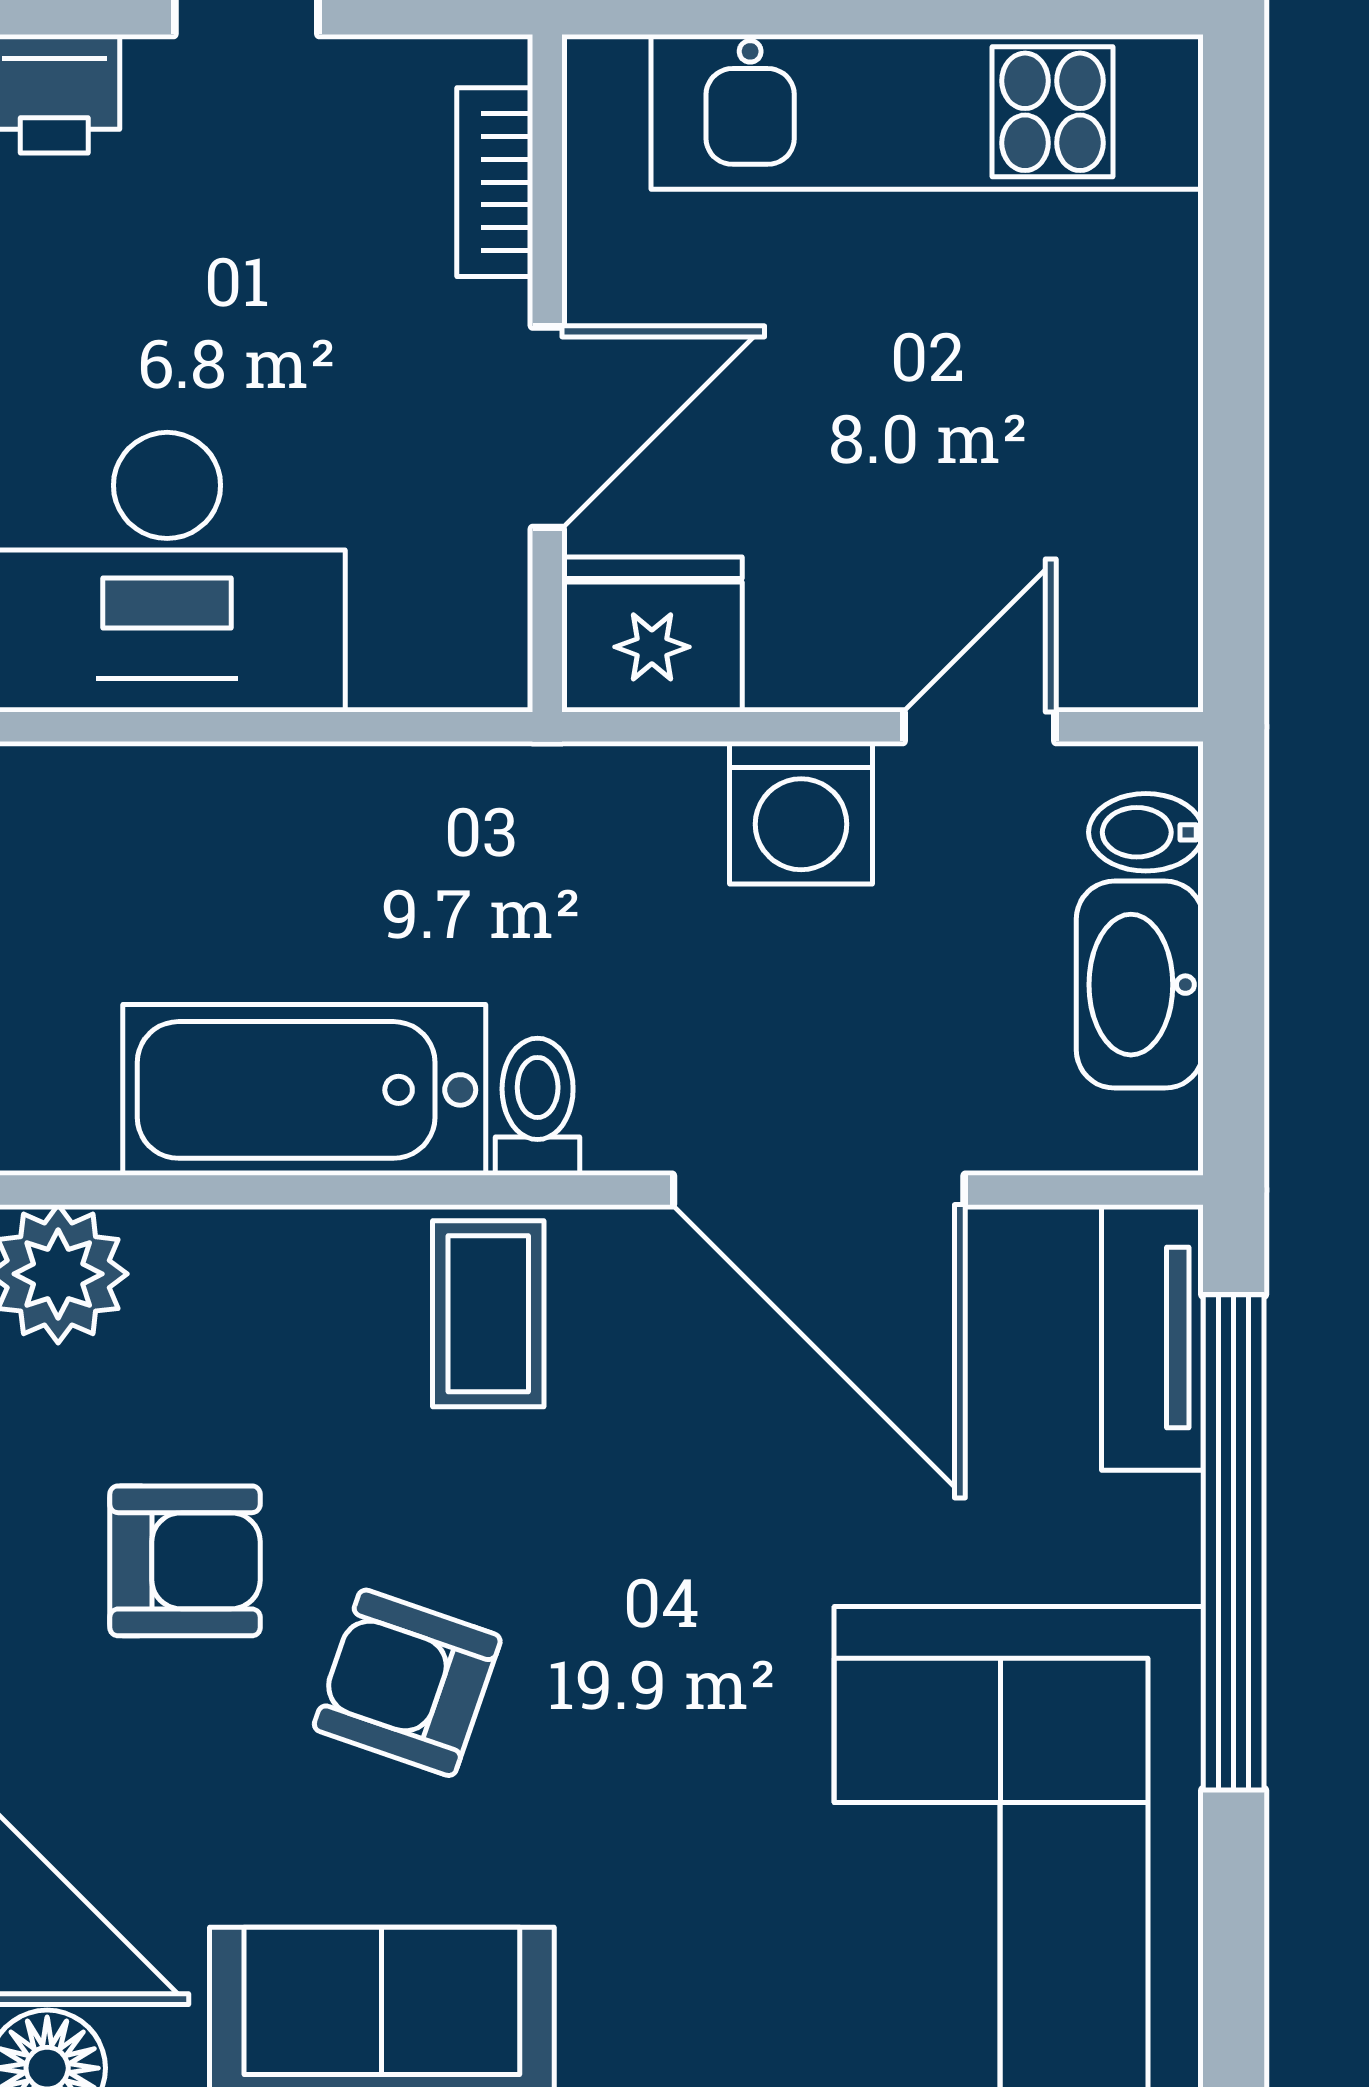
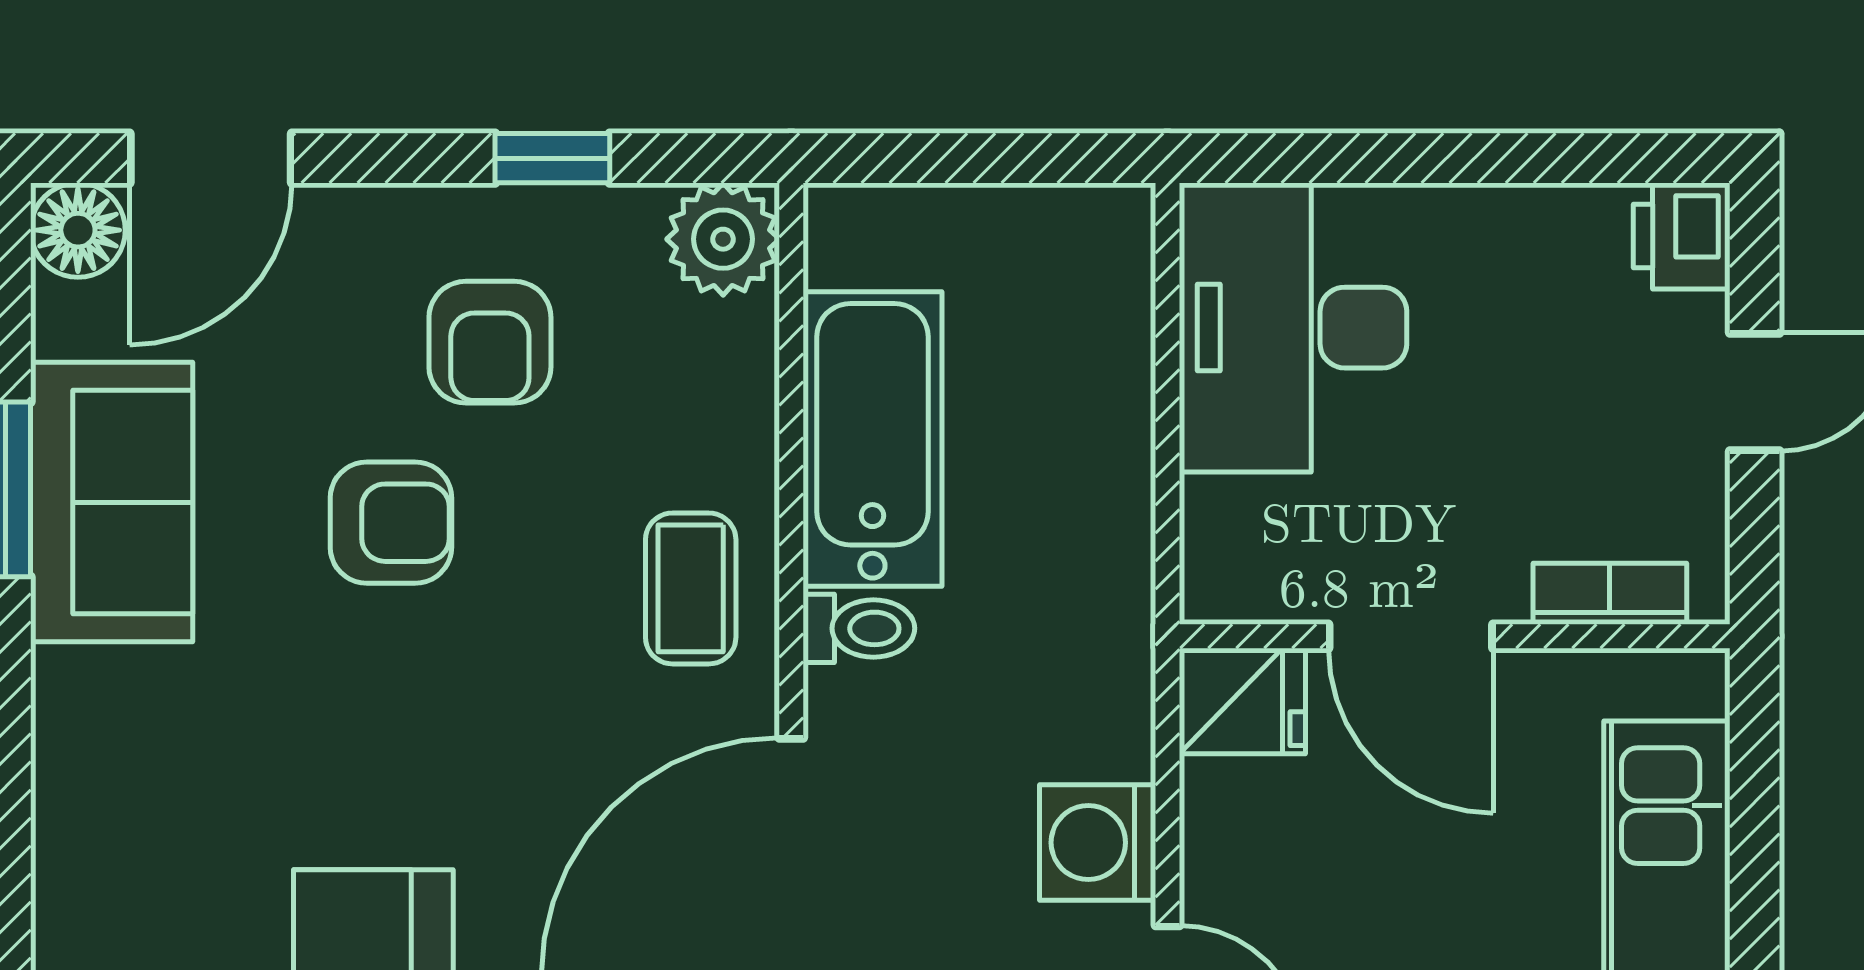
fridge: (652, 635) -> (1242, 701), width x0.72
coffee table: (488, 1314) -> (691, 588), turned 90
armchair: (407, 1683) -> (391, 523), turned 71

